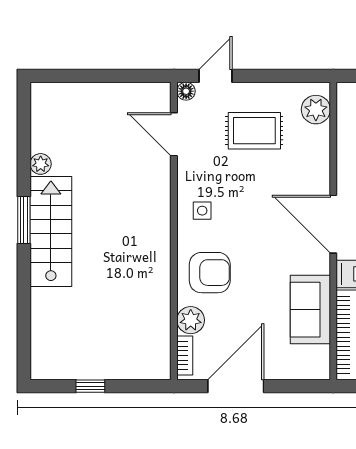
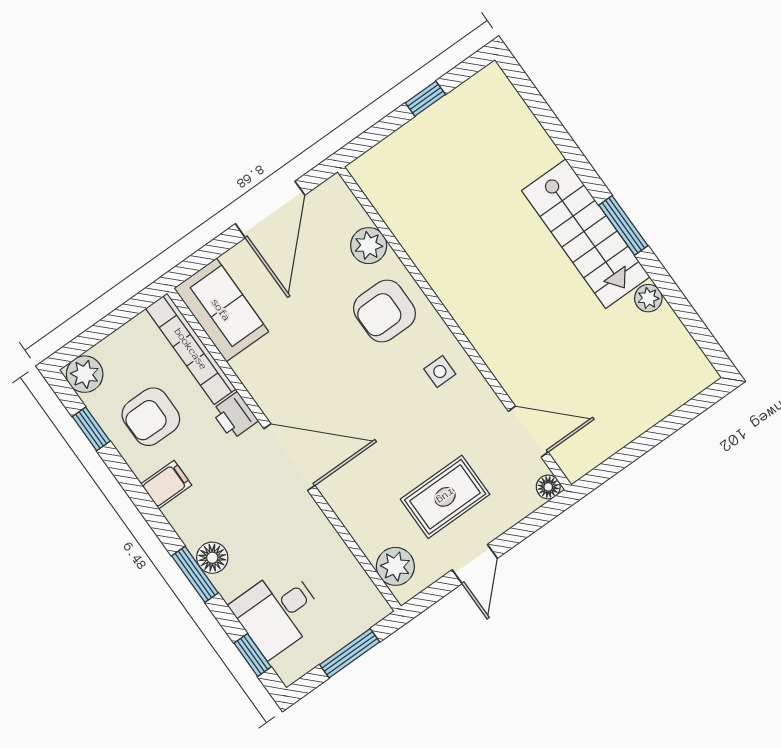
door: (215, 76) -> (475, 564), moved
sofa: (310, 310) -> (221, 310), moved
bookcase: (185, 356) -> (348, 203), removed

